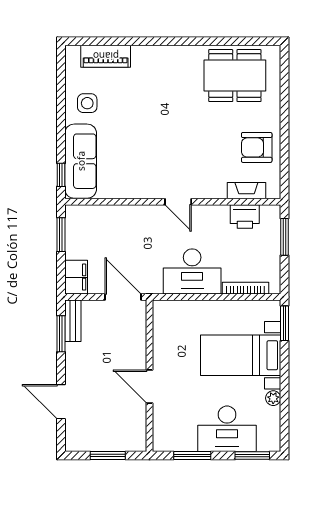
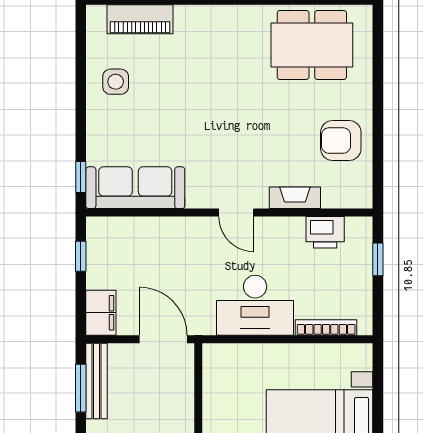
sofa: (81, 161) -> (135, 188), moved, turned -90
fireplace: (246, 191) -> (295, 198), moved
window: (61, 235) -> (81, 256), width x0.67
window: (285, 237) -> (378, 259), width x0.67
bench: (73, 321) -> (96, 381), width x1.36
window: (285, 323) -> (378, 374), removed

